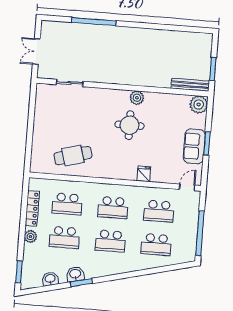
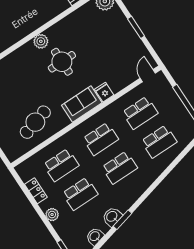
plant: (137, 98) -> (41, 41), moved
sofa: (194, 146) -> (82, 104), moved, turned 90
locker: (32, 209) -> (36, 191), width x0.66

